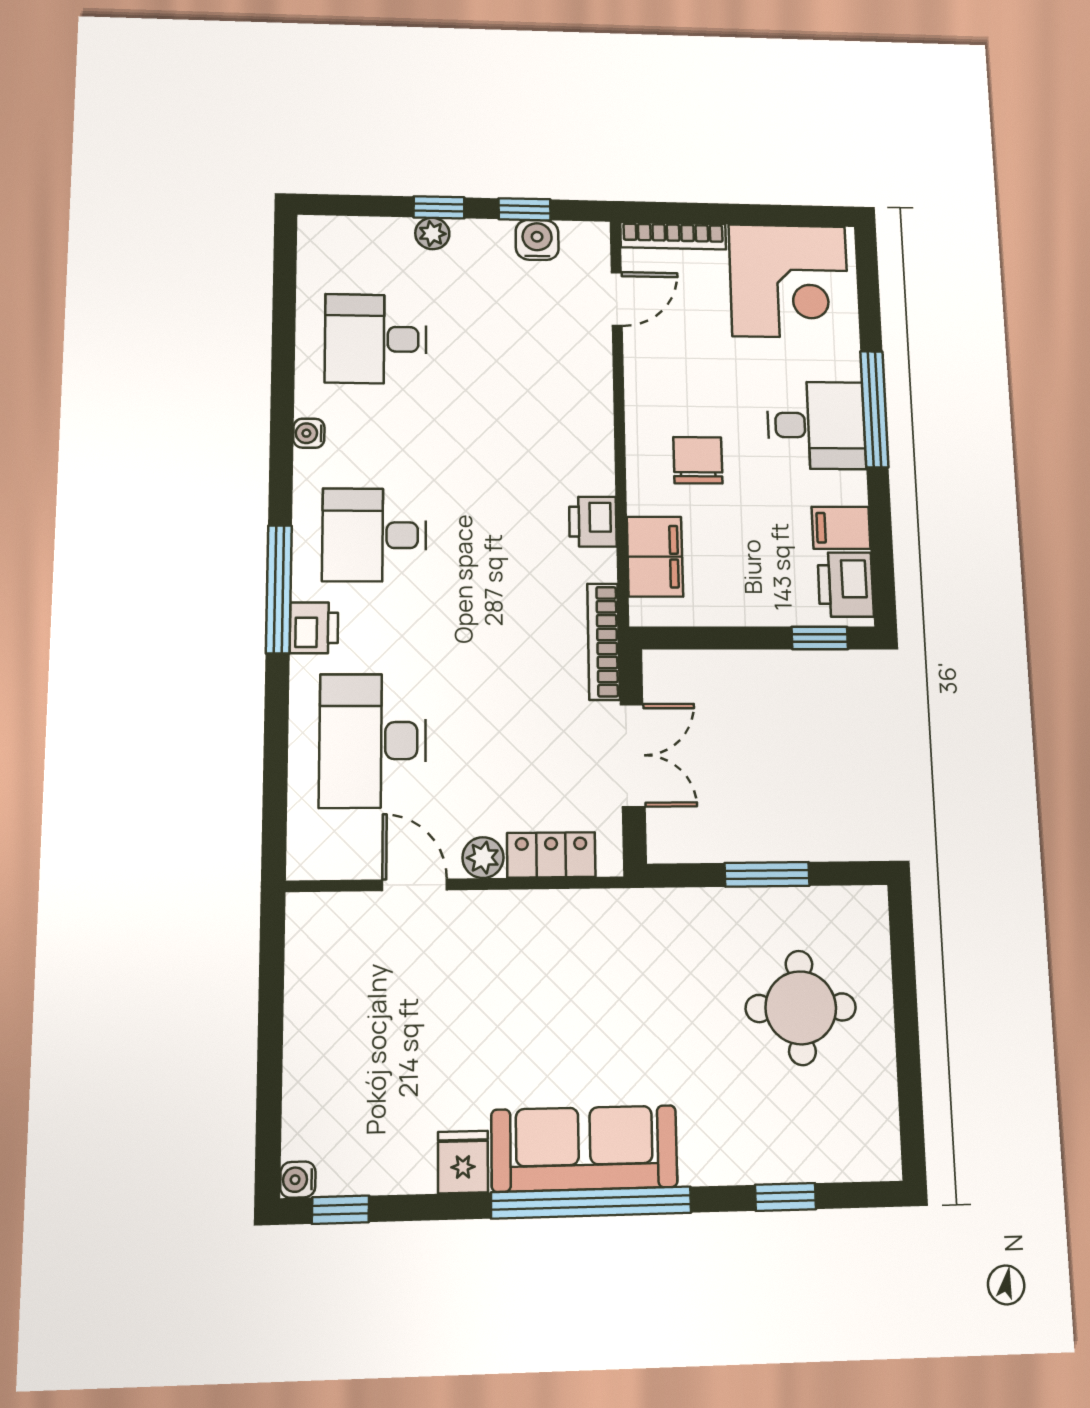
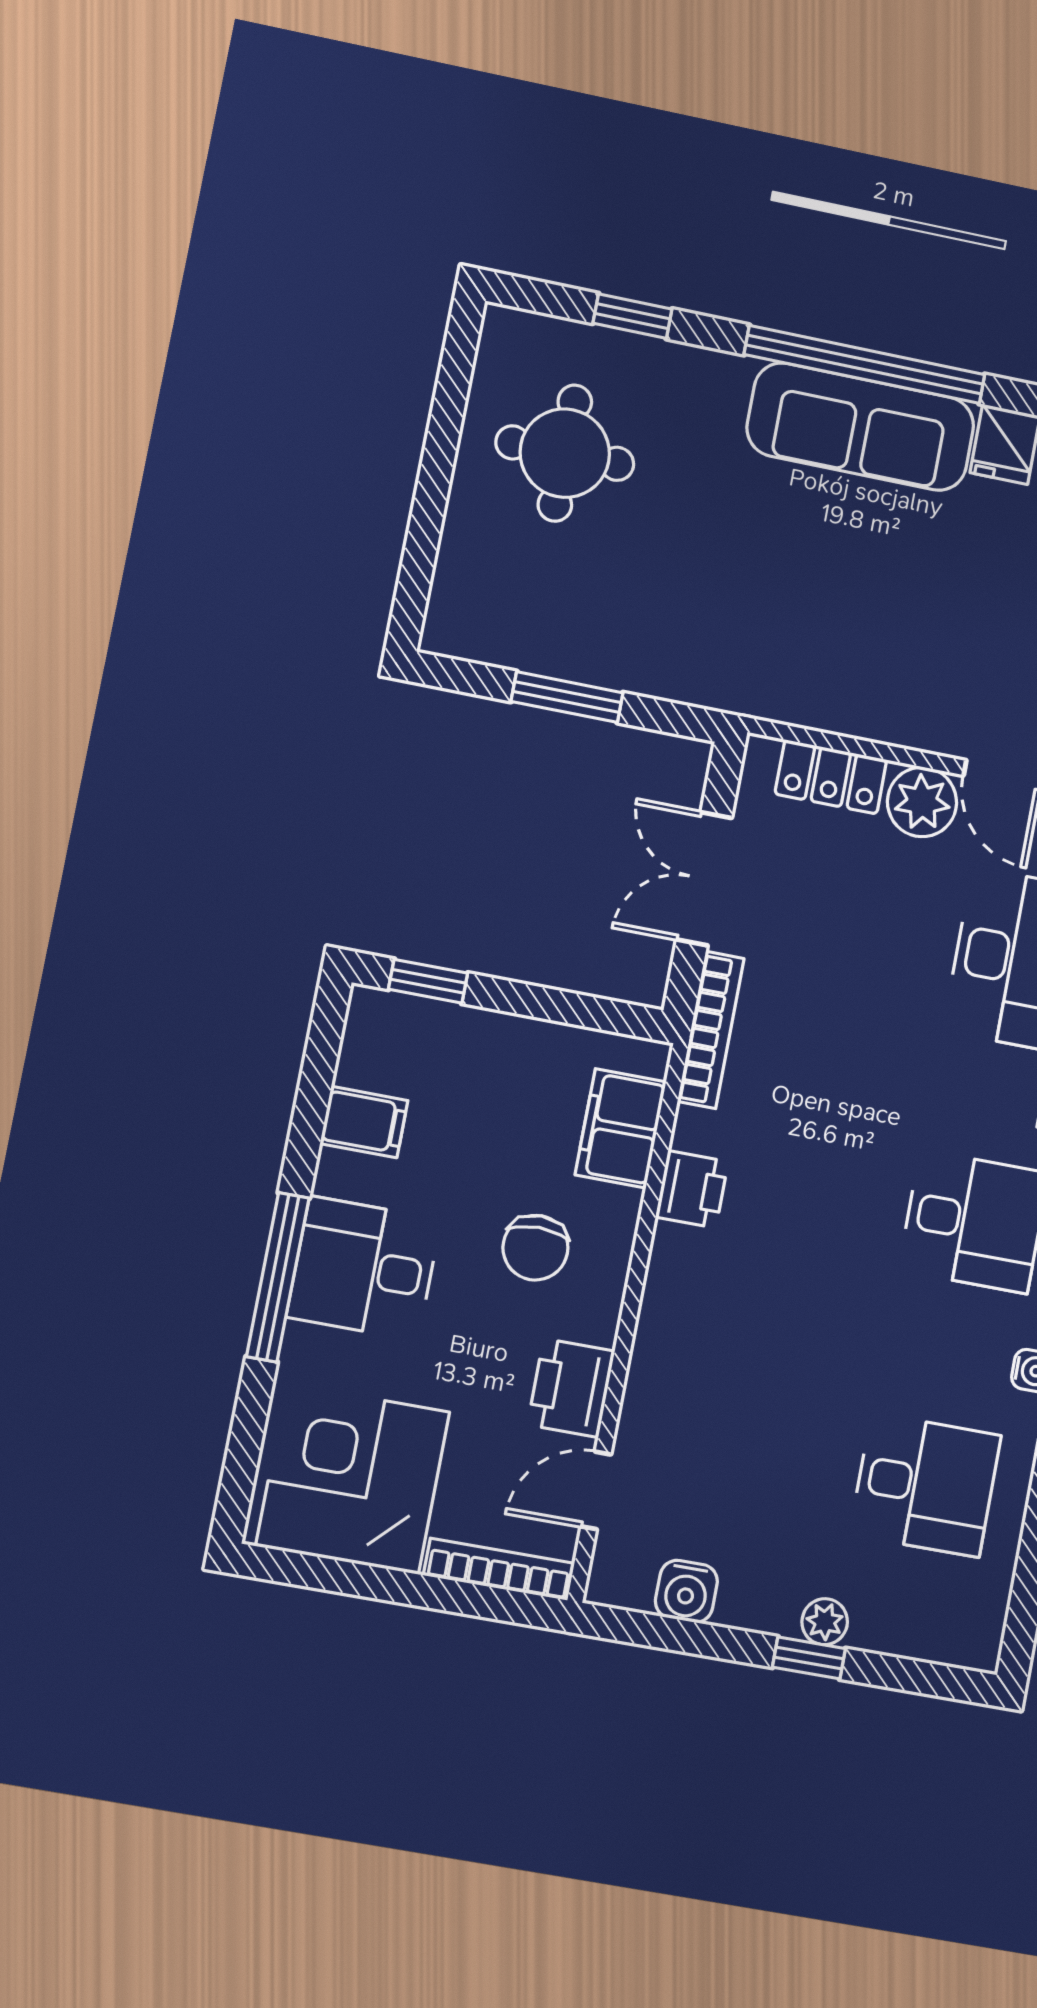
window: (524, 209) -> (695, 1638), removed
printer: (846, 585) -> (571, 1388), moved, turned 180
plant: (483, 858) -> (922, 802), width x1.38, depth x1.38
round table: (801, 1008) -> (565, 453), moved

